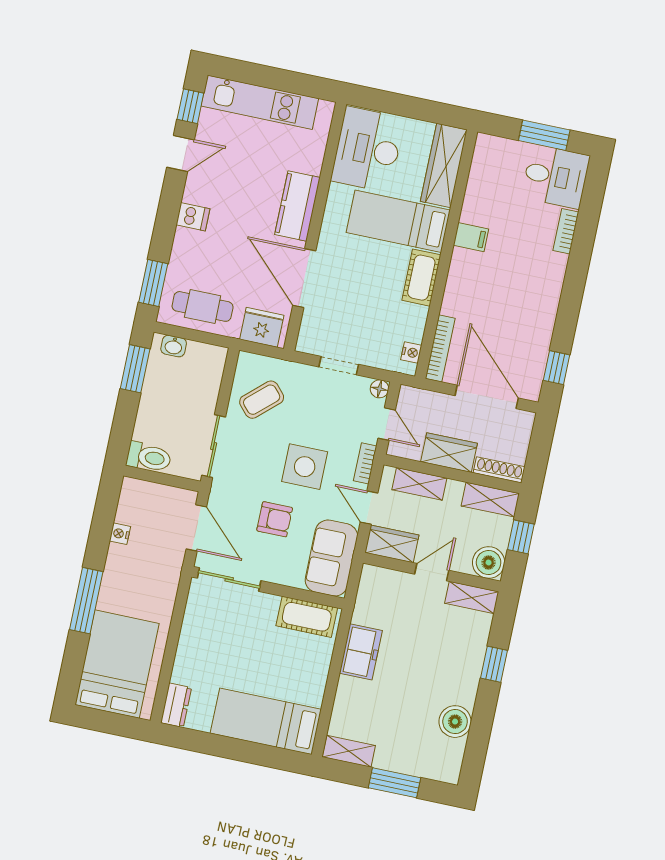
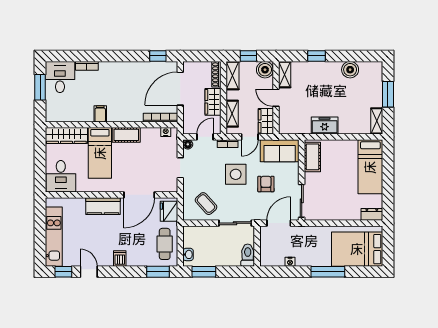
desk: (368, 149) -> (61, 176), width x0.73

